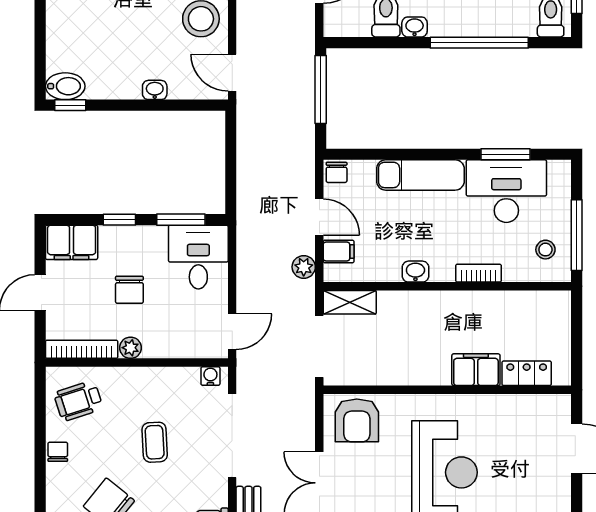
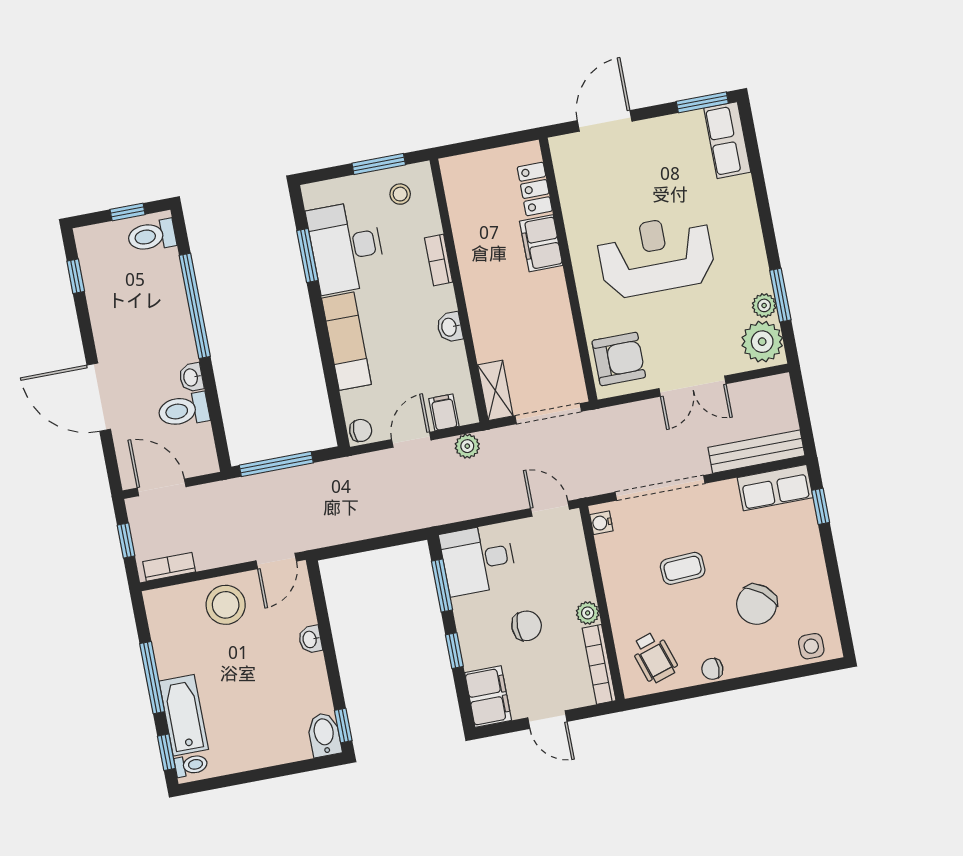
window: (577, 235) -> (379, 164), width x0.69

